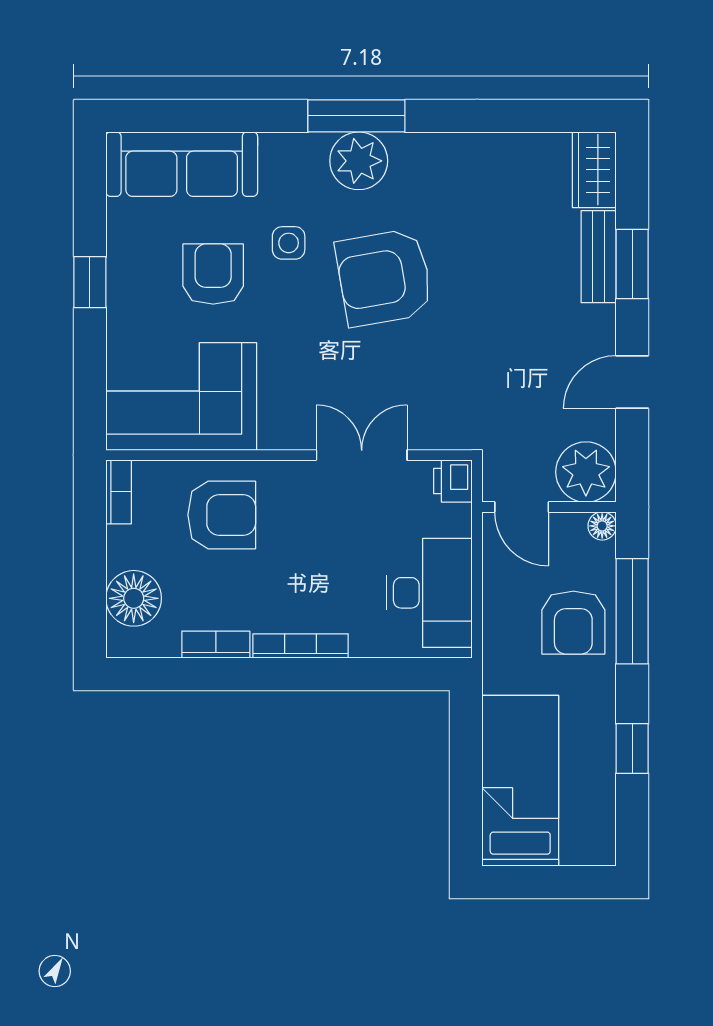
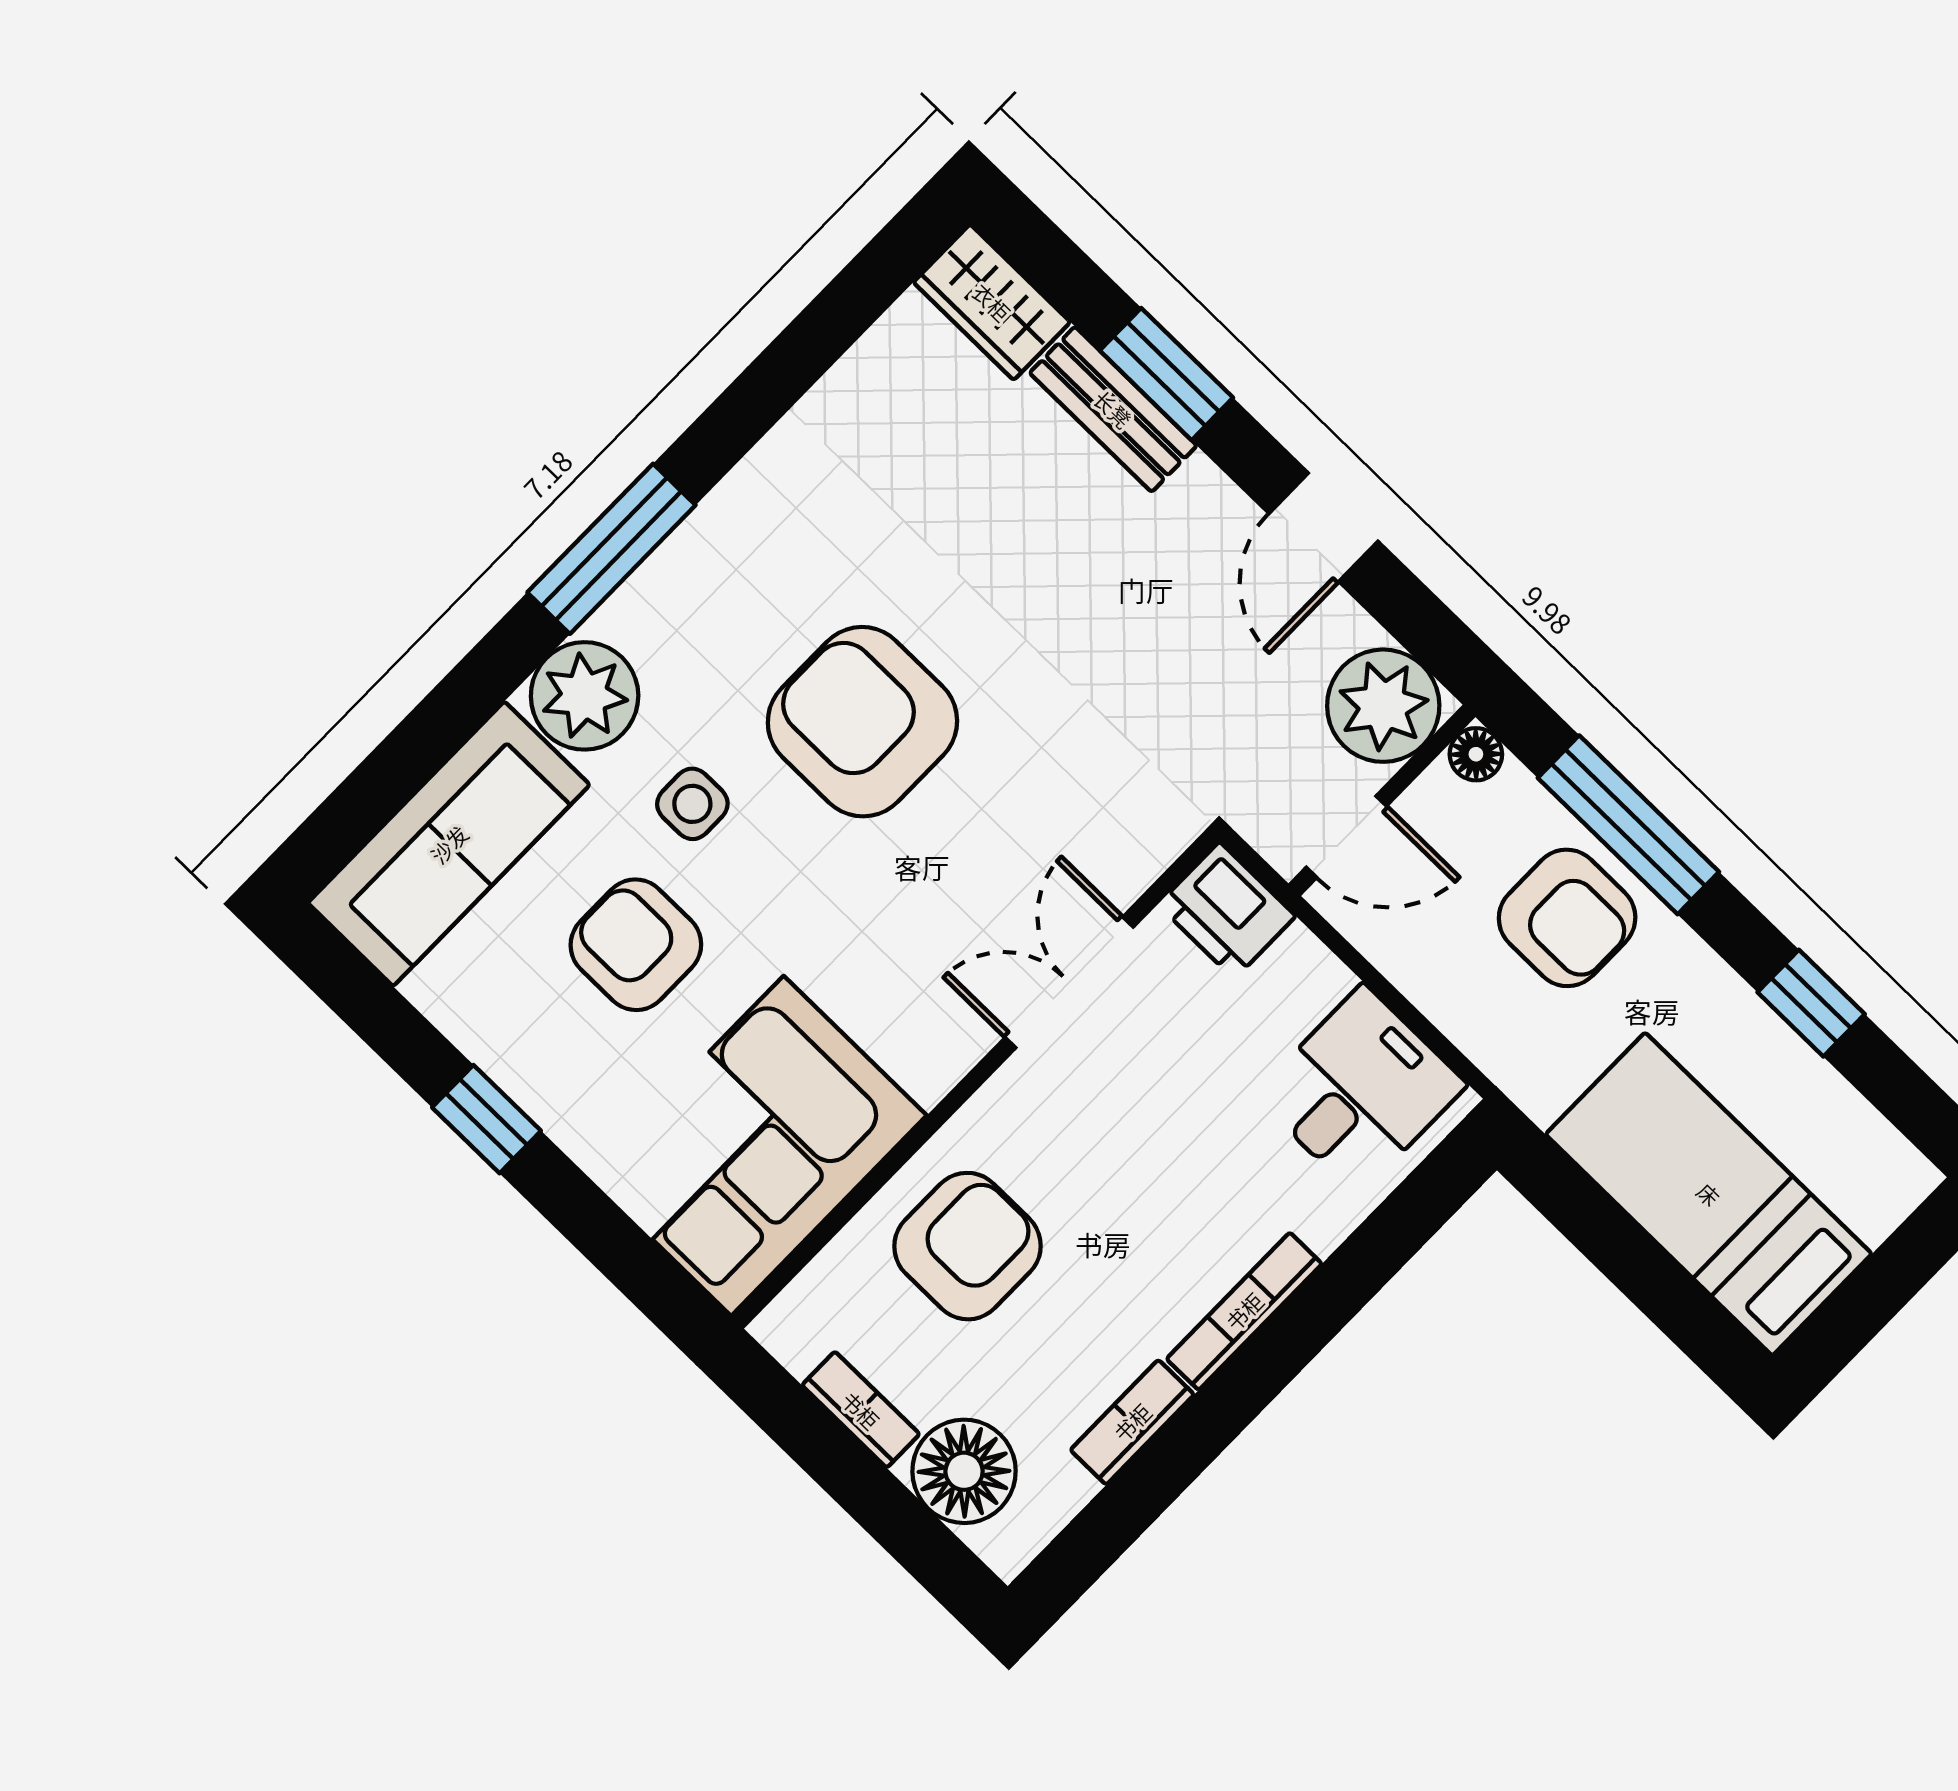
plant: (359, 161) -> (585, 696), moved
armchair: (384, 278) -> (862, 722), turned 100
printer: (453, 481) -> (1227, 910), width x1.36, depth x1.24
bookcase: (119, 492) -> (861, 1410), moved
desk: (429, 593) -> (1360, 1090), width x0.73

